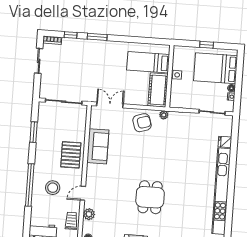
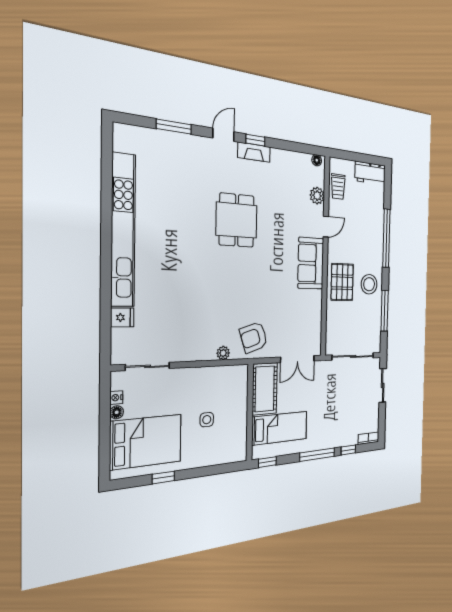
window: (97, 37) -> (317, 455), width x1.44
window: (136, 40) -> (267, 462), added
sliding door: (39, 61) -> (383, 385), moved
bed: (148, 62) -> (280, 428), moved
wall: (170, 76) -> (250, 412), moved
cot: (158, 90) -> (265, 389), moved
window: (34, 132) -> (385, 311), width x1.44
sofa: (98, 146) -> (311, 263), moved
stool: (53, 188) -> (369, 284), moved

